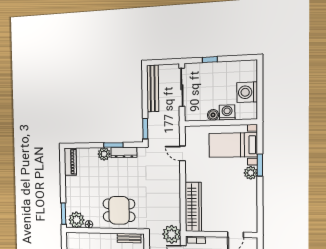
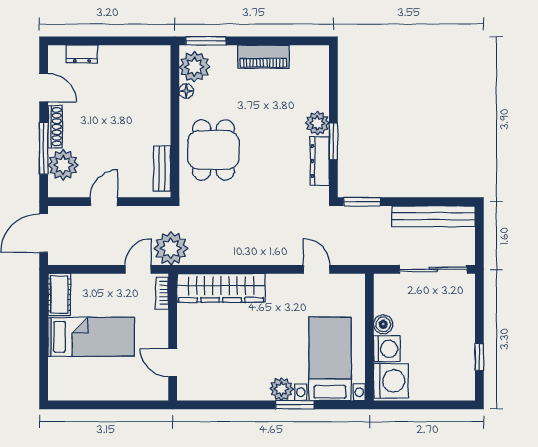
window: (210, 60) -> (479, 357), moved
washing machine: (247, 92) -> (391, 381), moved, turned 90
door: (182, 153) -> (317, 269), hinge flipped
piano: (70, 162) -> (263, 57), moved

